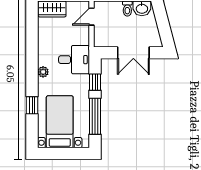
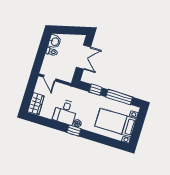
desk: (74, 60) -> (65, 112), moved, turned 180
window: (32, 105) -> (74, 131), moved

